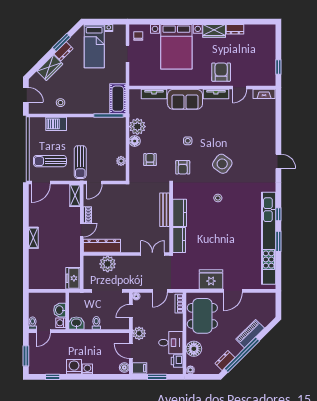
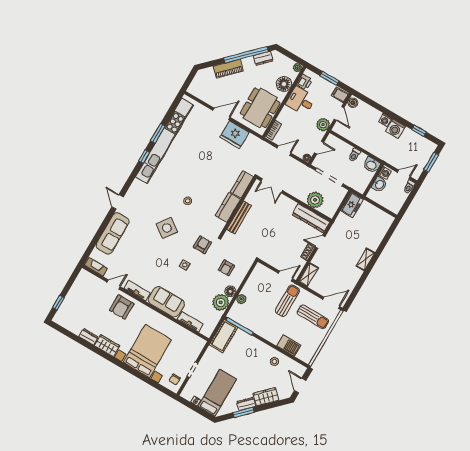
window: (278, 67) -> (58, 303), moved
sofa: (267, 131) -> (113, 233), added
plant: (121, 161) -> (241, 299), moved

